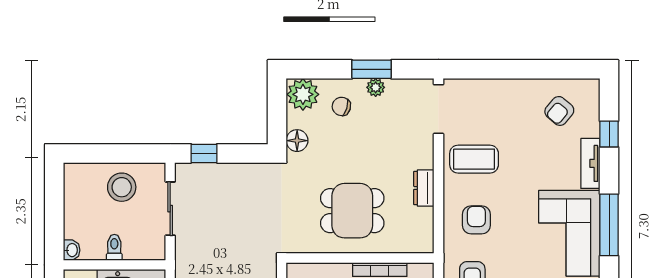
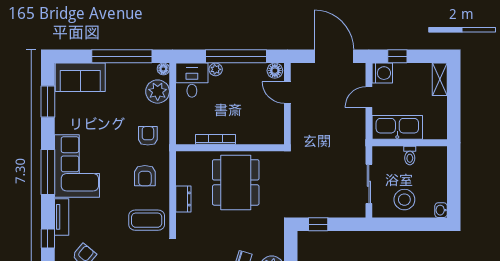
floor lamp: (297, 141) -> (276, 234), removed
window: (204, 153) -> (318, 224), moved
dining table: (352, 211) -> (236, 182), width x1.38
washbasin: (72, 250) -> (441, 210), moved

